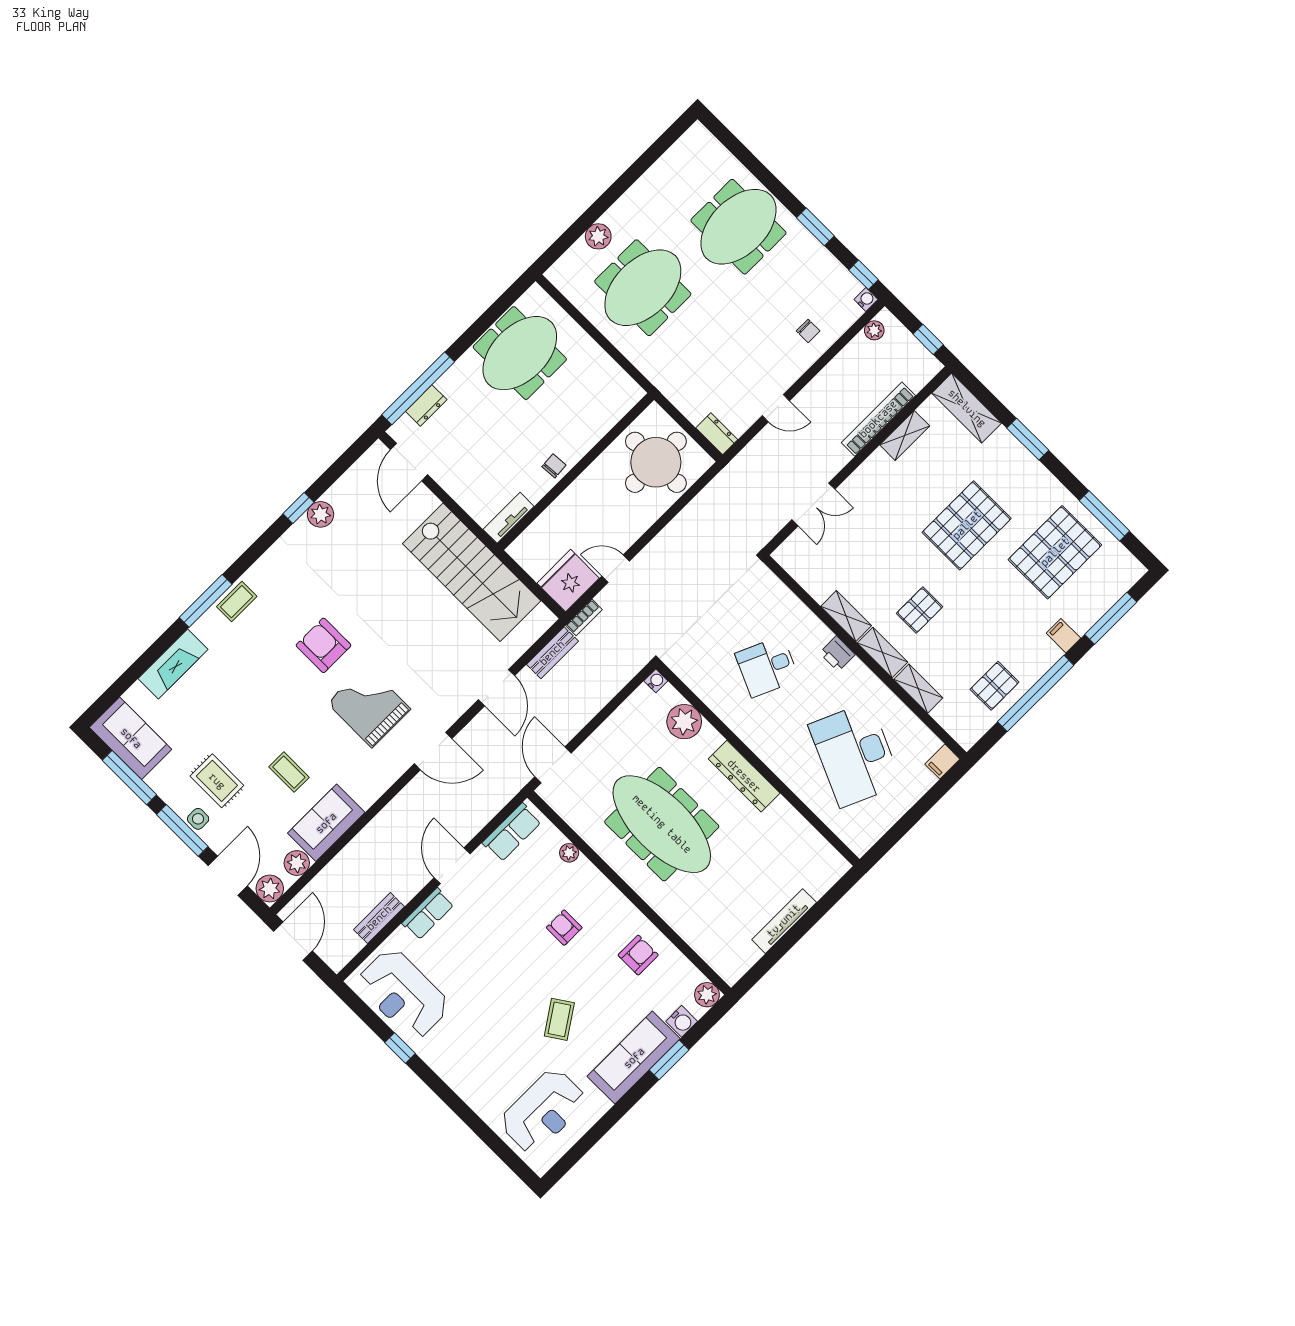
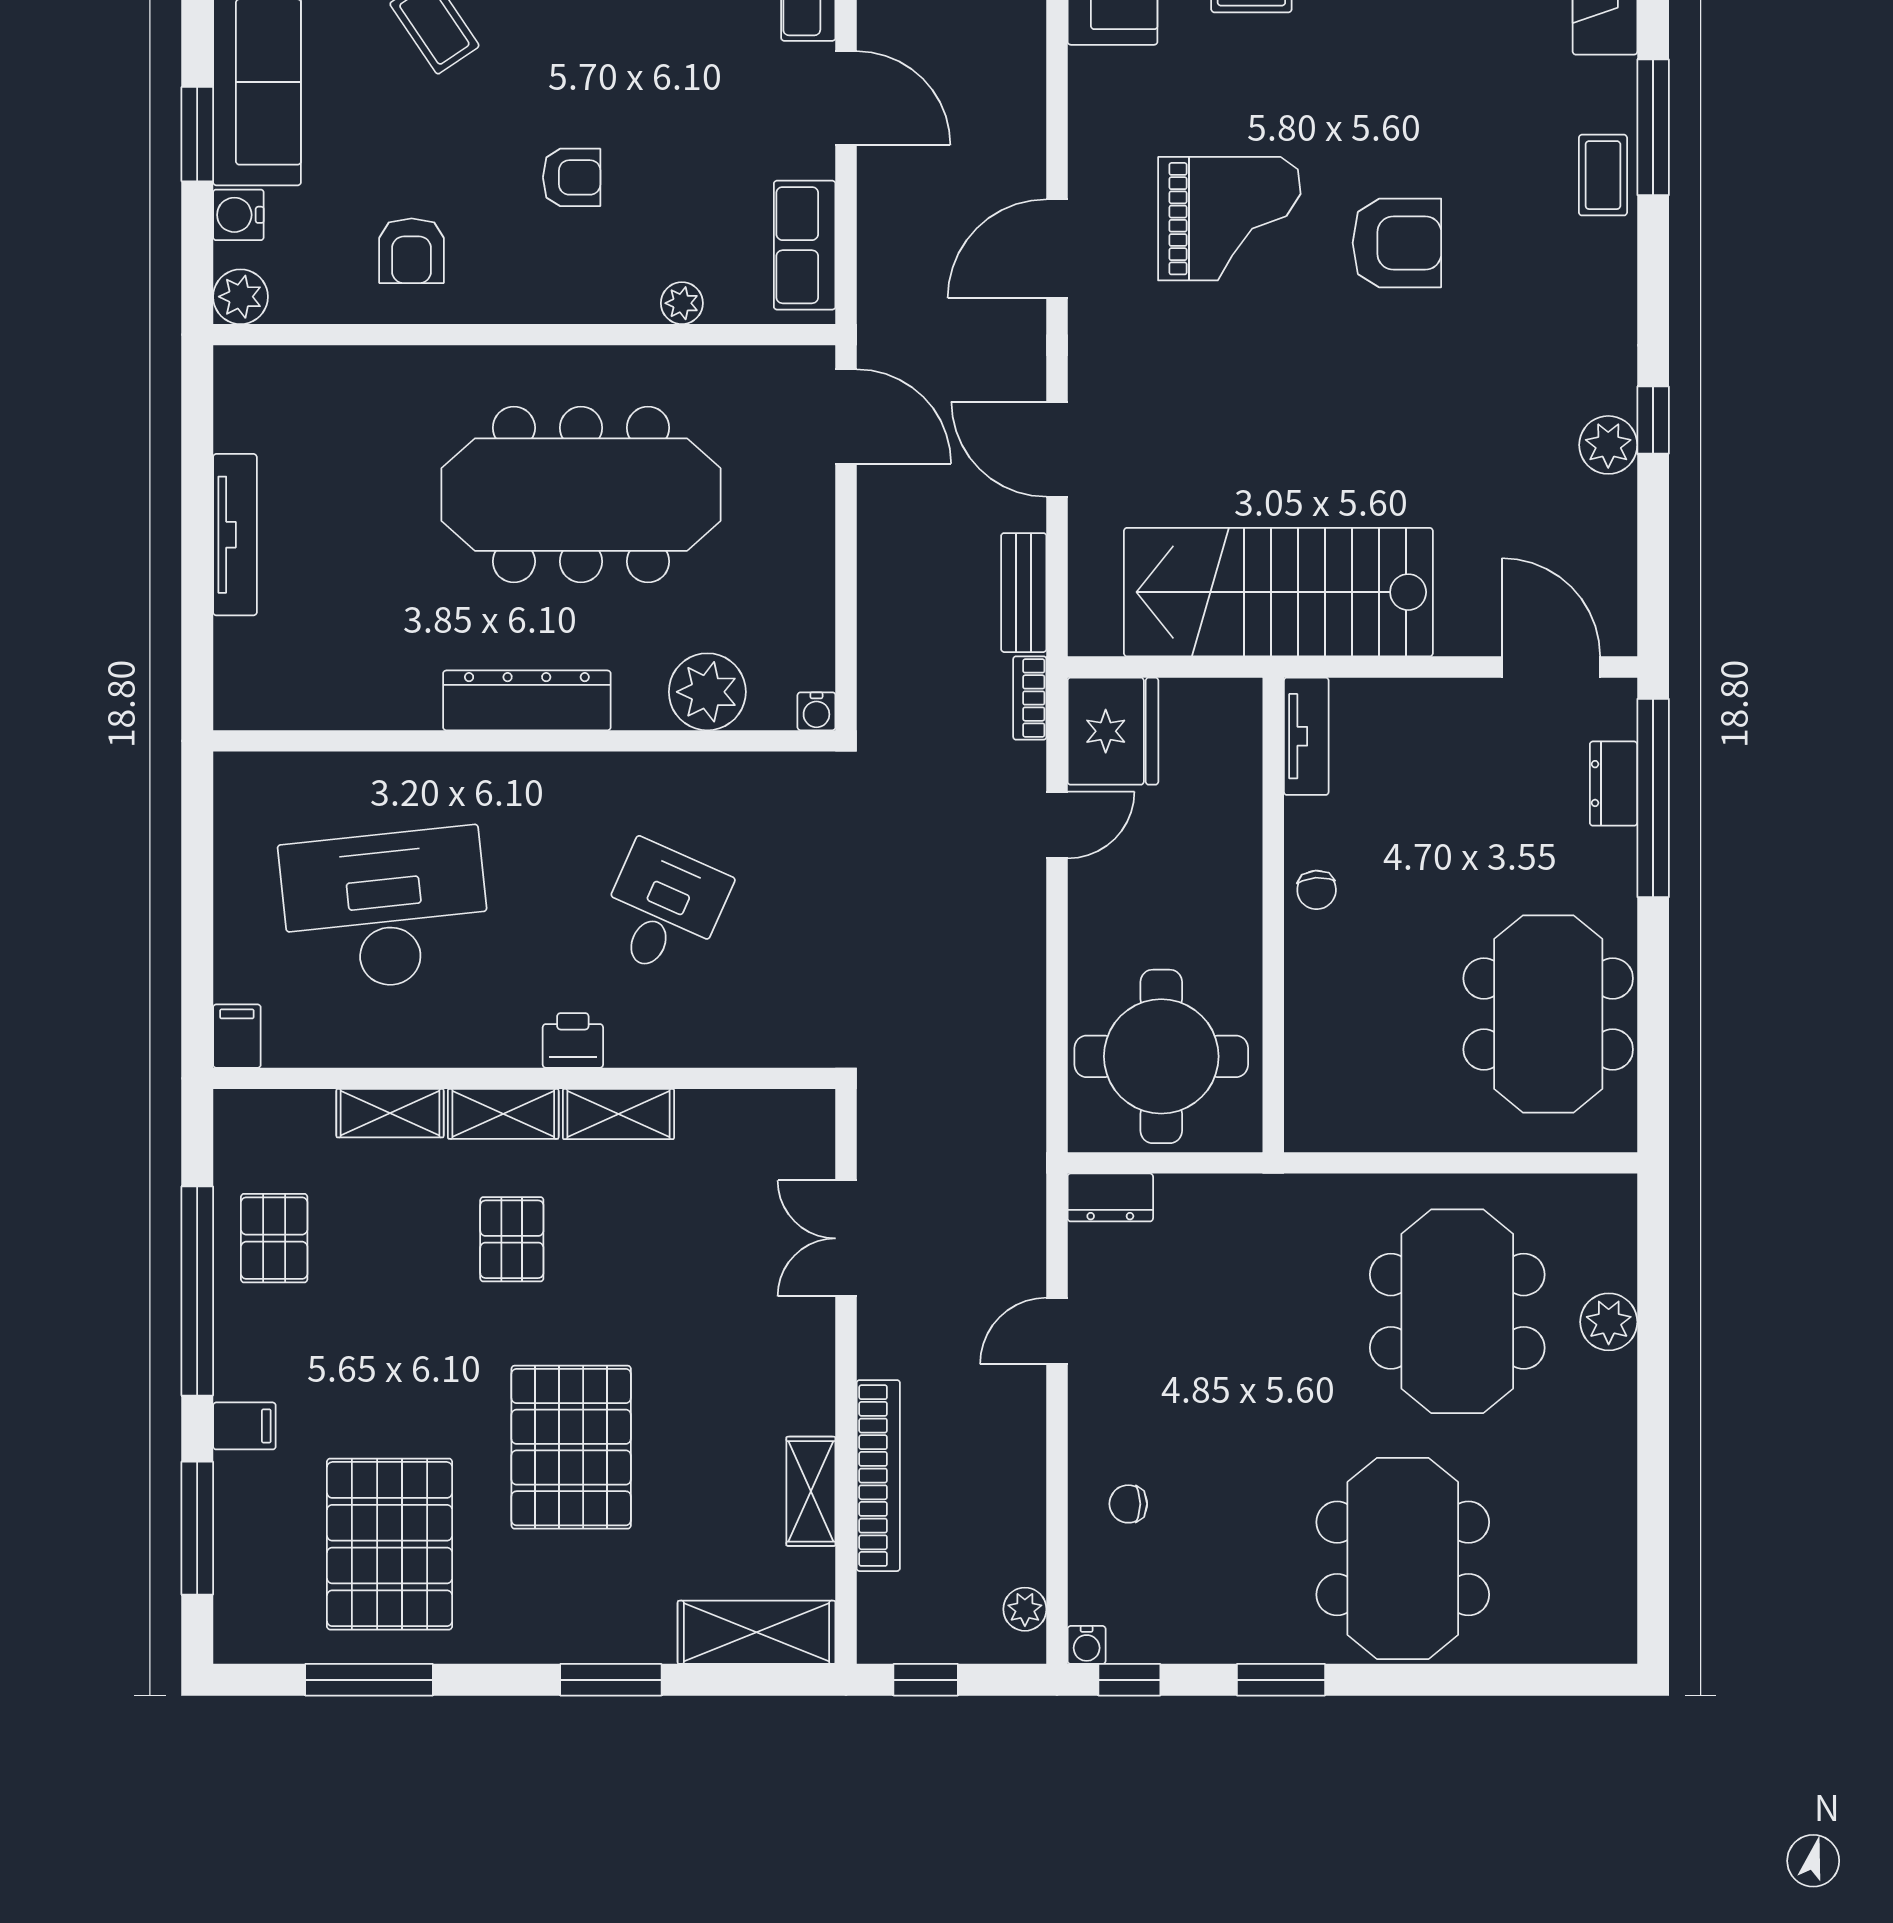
desk: (855, 755) -> (385, 910), turned -30

